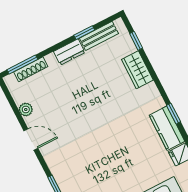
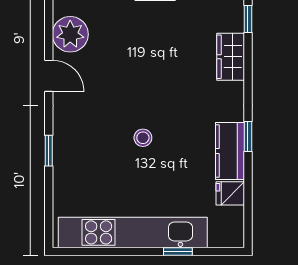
plant: (26, 109) -> (70, 34), width x1.88, depth x1.88
stool: (109, 148) -> (143, 138), added

